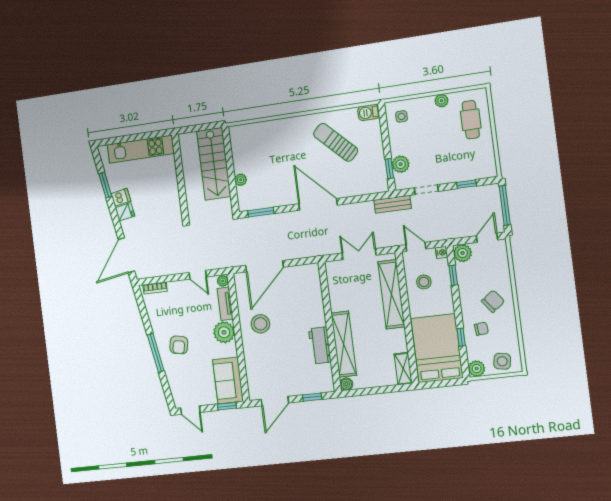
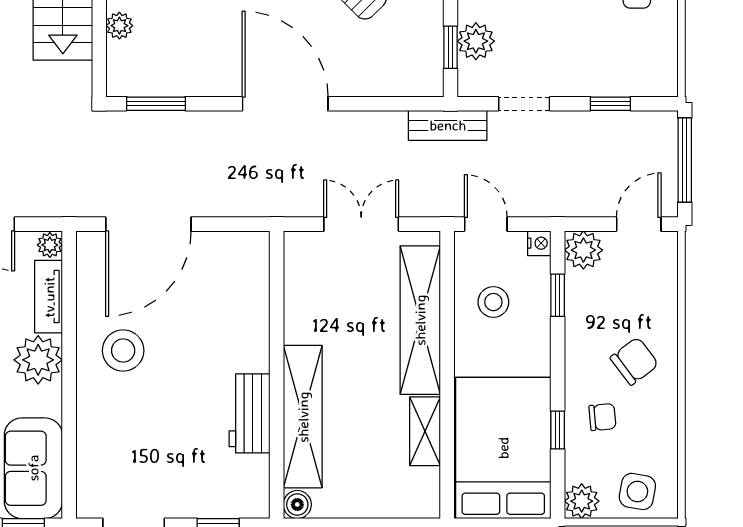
shelving: (403, 369) -> (425, 431), moved

